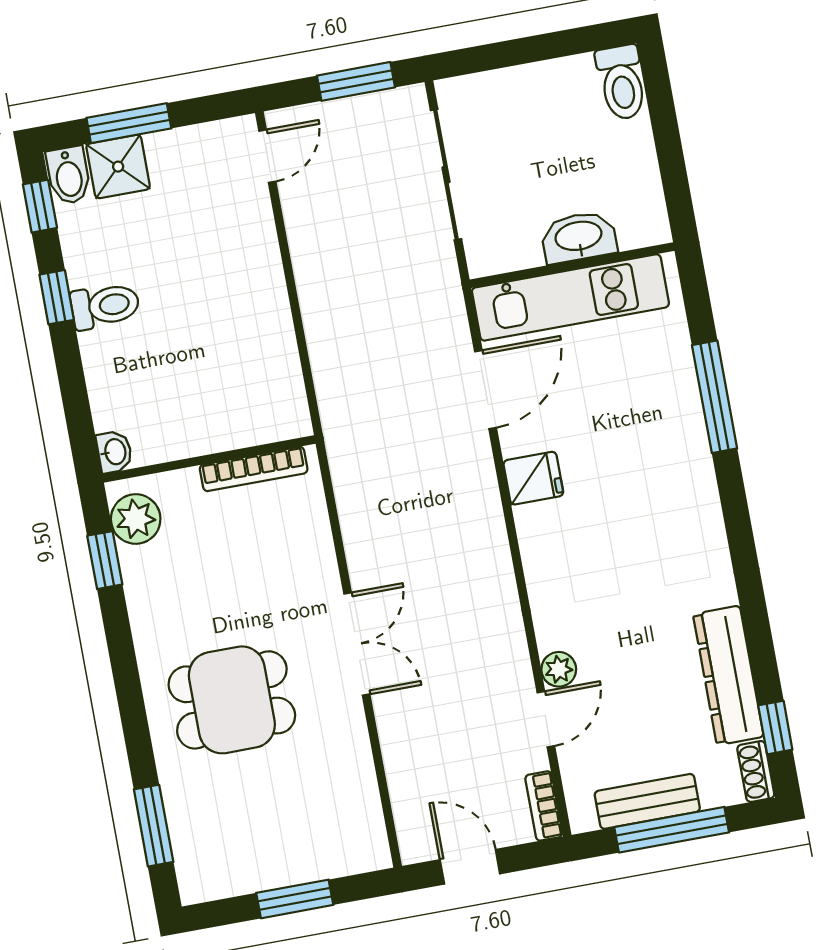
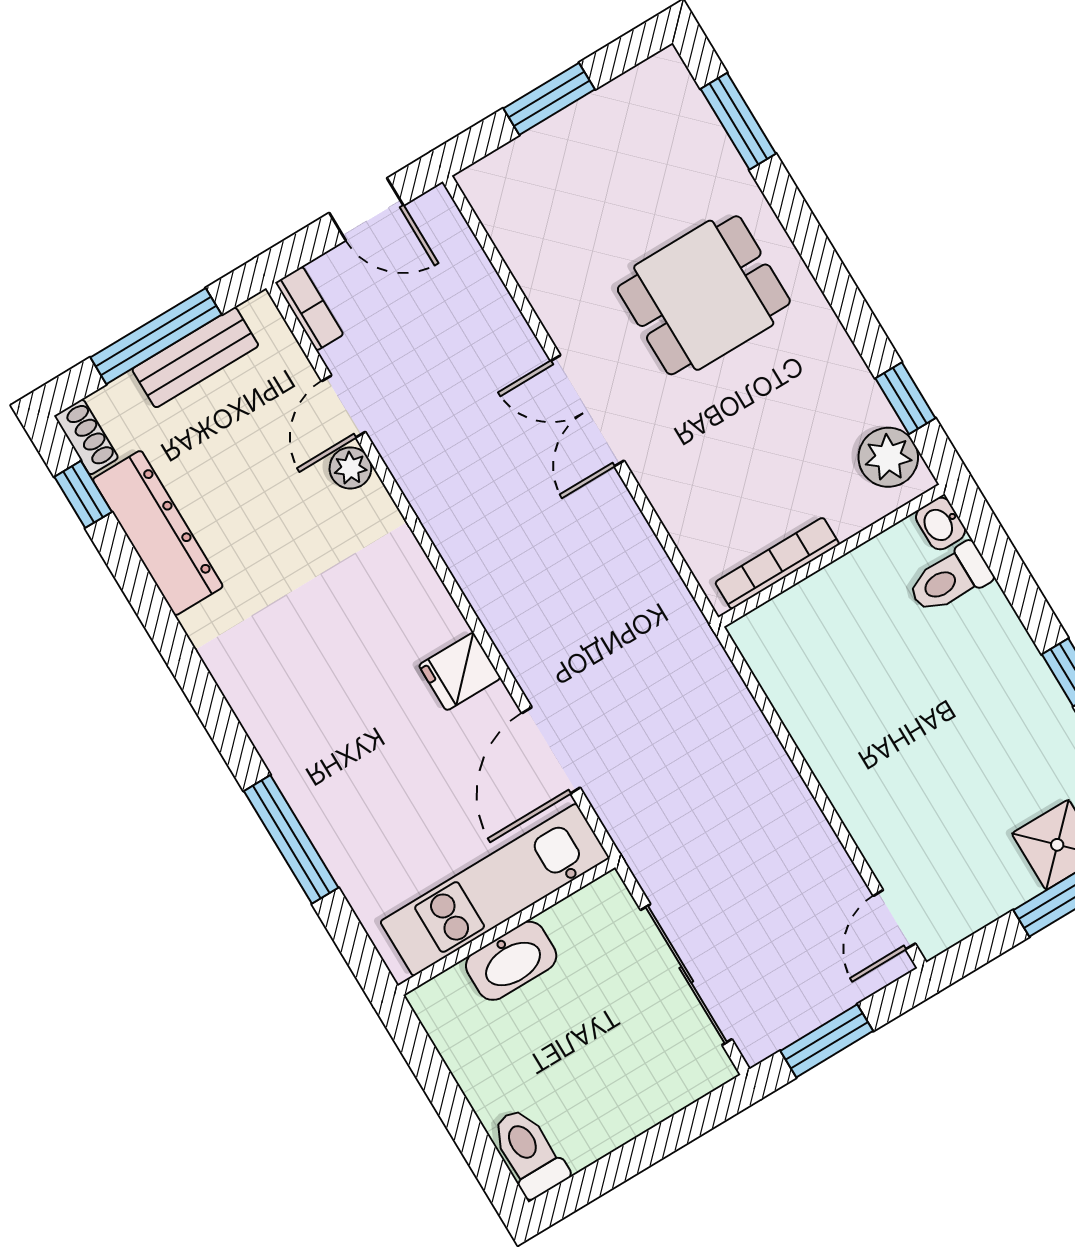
toilet: (105, 306) -> (950, 579), moved

